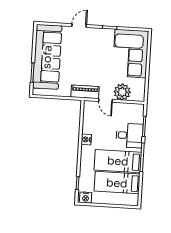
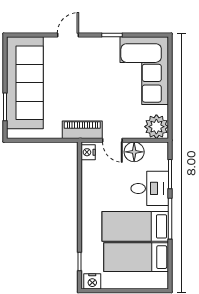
plant: (122, 92) -> (156, 127), moved
floor lamp: (120, 109) -> (134, 152), added
nightstand: (86, 139) -> (88, 152), moved

